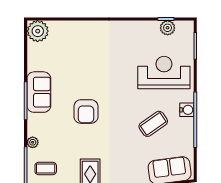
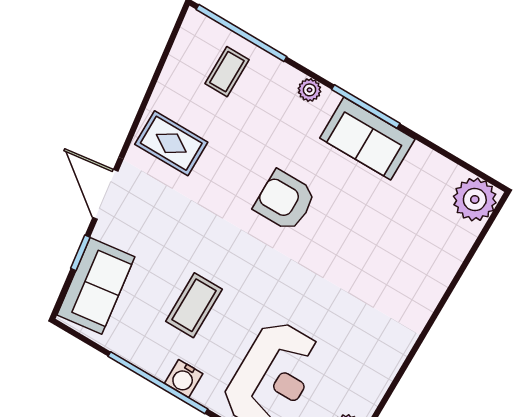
coffee table: (153, 124) -> (194, 305), turned 35
plant: (33, 142) -> (310, 90), moved

